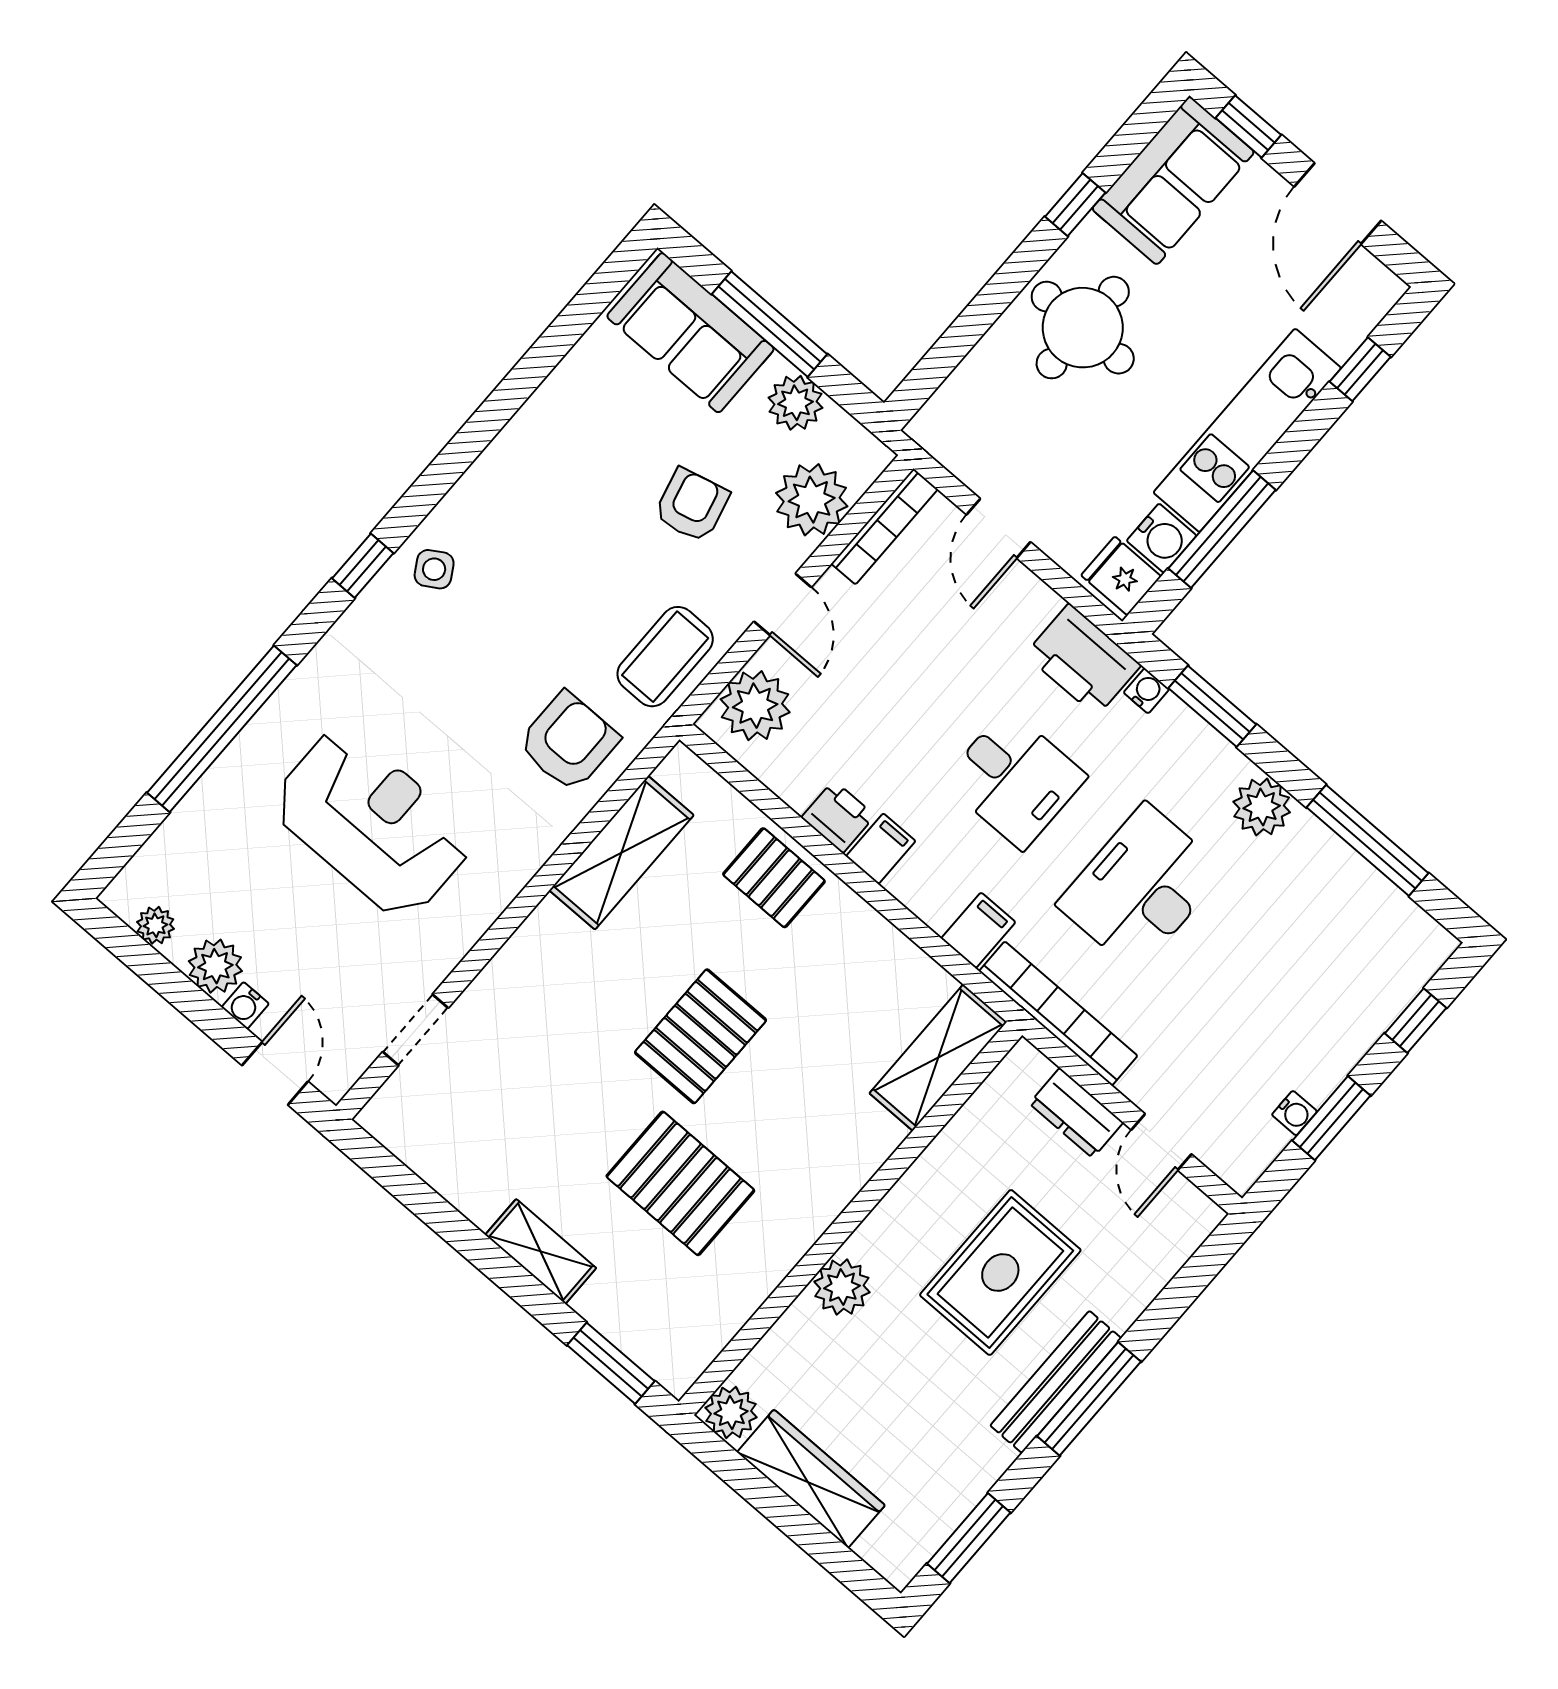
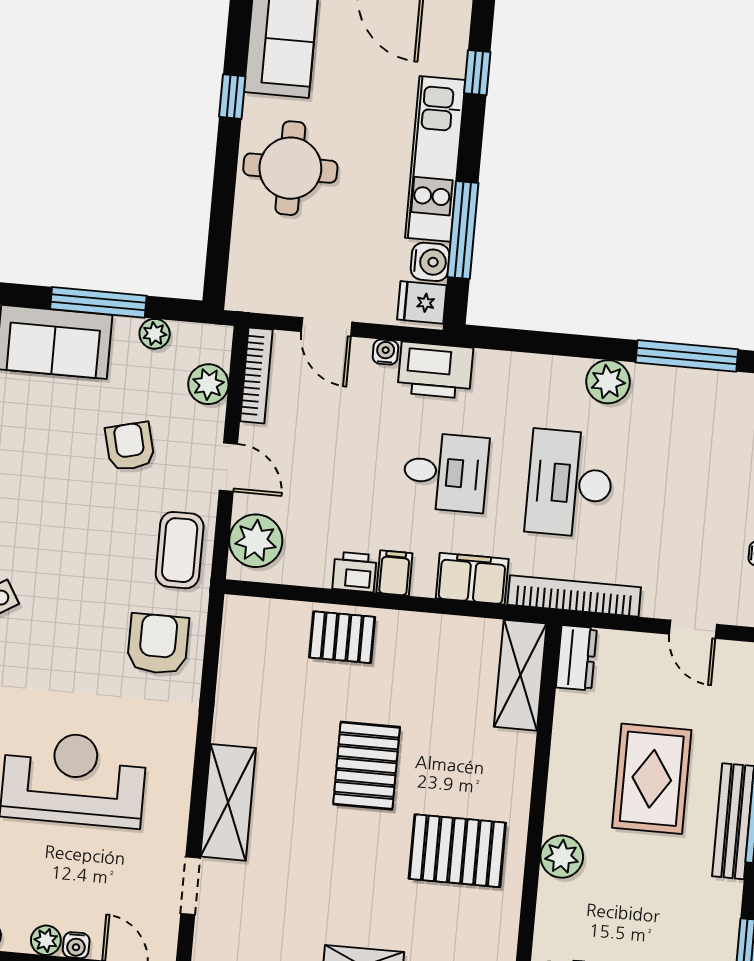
plant: (796, 403) -> (155, 334), width x0.73, depth x0.73
plant: (812, 500) -> (208, 384), width x0.73, depth x0.73
water cooler: (1146, 691) -> (385, 352), moved
window: (1212, 706) -> (534, 342), removed
shelving: (621, 853) -> (228, 802), moved
filing cabinet: (978, 930) -> (472, 579), width x2.00
plant: (215, 966) -> (46, 940), width x0.73, depth x0.73
dresser: (1076, 1113) -> (576, 658), moved, turned -90
pallet: (680, 1183) -> (457, 851), moved

